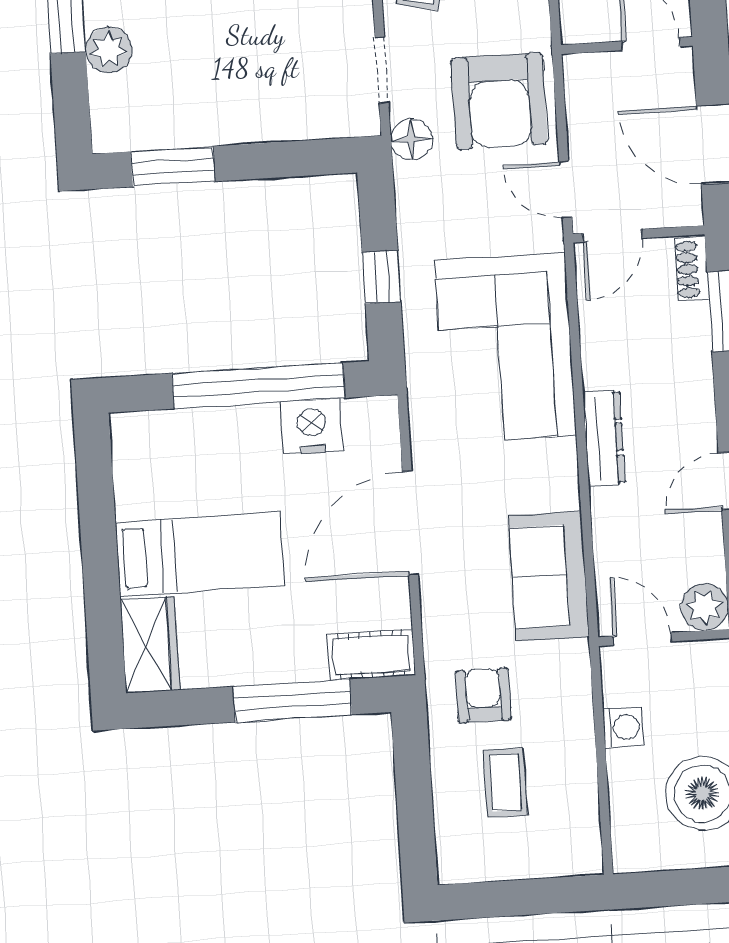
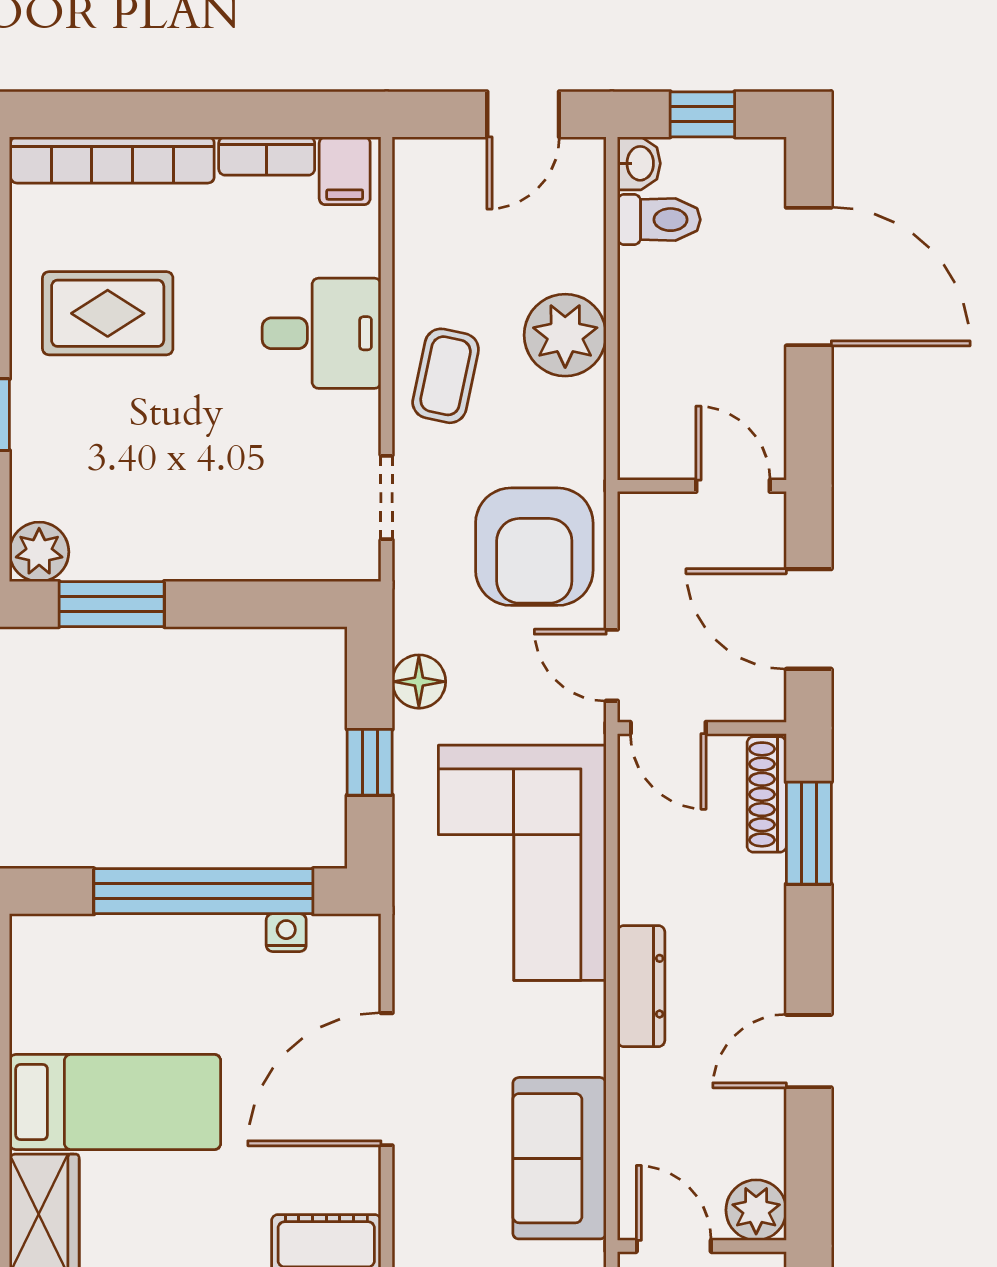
plant: (109, 50) -> (39, 552), moved
floor lamp: (411, 140) -> (419, 682), moved
door: (612, 236) -> (668, 728), hinge flipped
shoe rack: (692, 269) -> (767, 794), width x1.43
nightstand: (312, 426) -> (286, 933), width x0.53, depth x0.56

